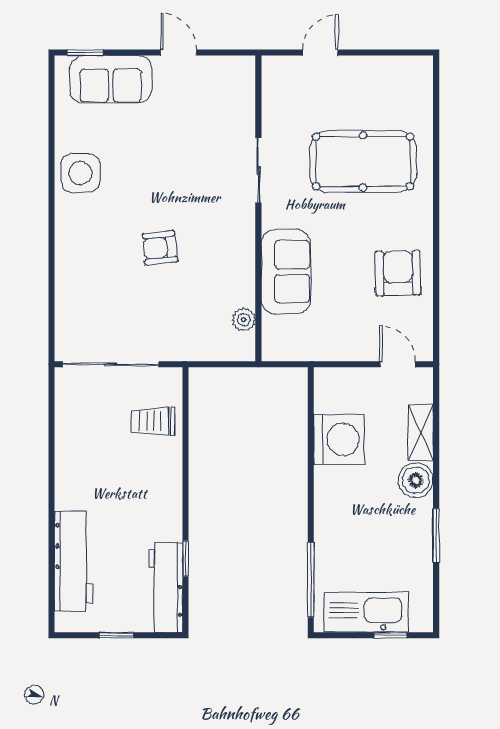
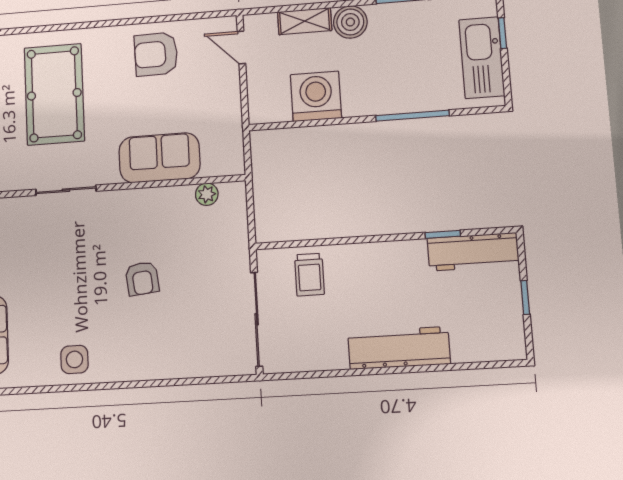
side table: (80, 173) -> (74, 359), width x0.73, depth x0.73
door: (398, 364) -> (241, 47), hinge flipped
workbench: (73, 561) -> (399, 348), moved
window: (311, 580) -> (412, 116), moved

